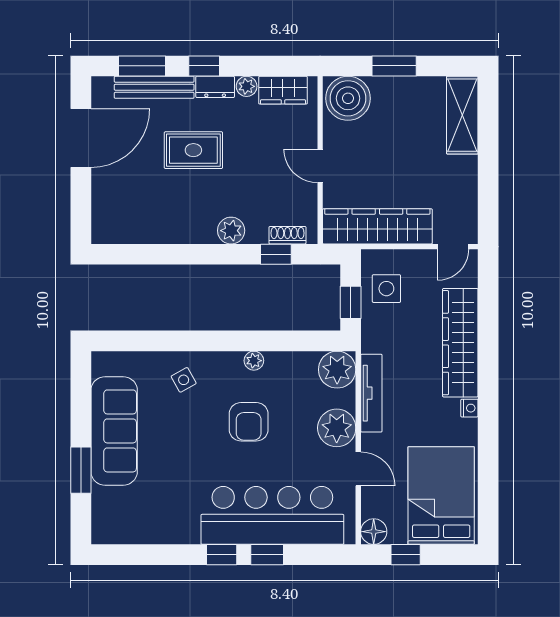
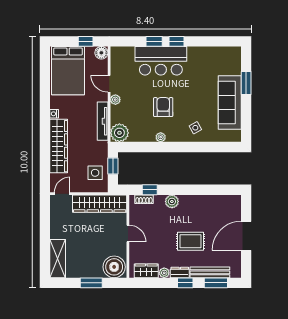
door: (81, 138) -> (246, 236), moved
plant: (337, 428) -> (115, 100), width x0.53, depth x0.53
bar counter: (272, 515) -> (161, 61), width x0.73

